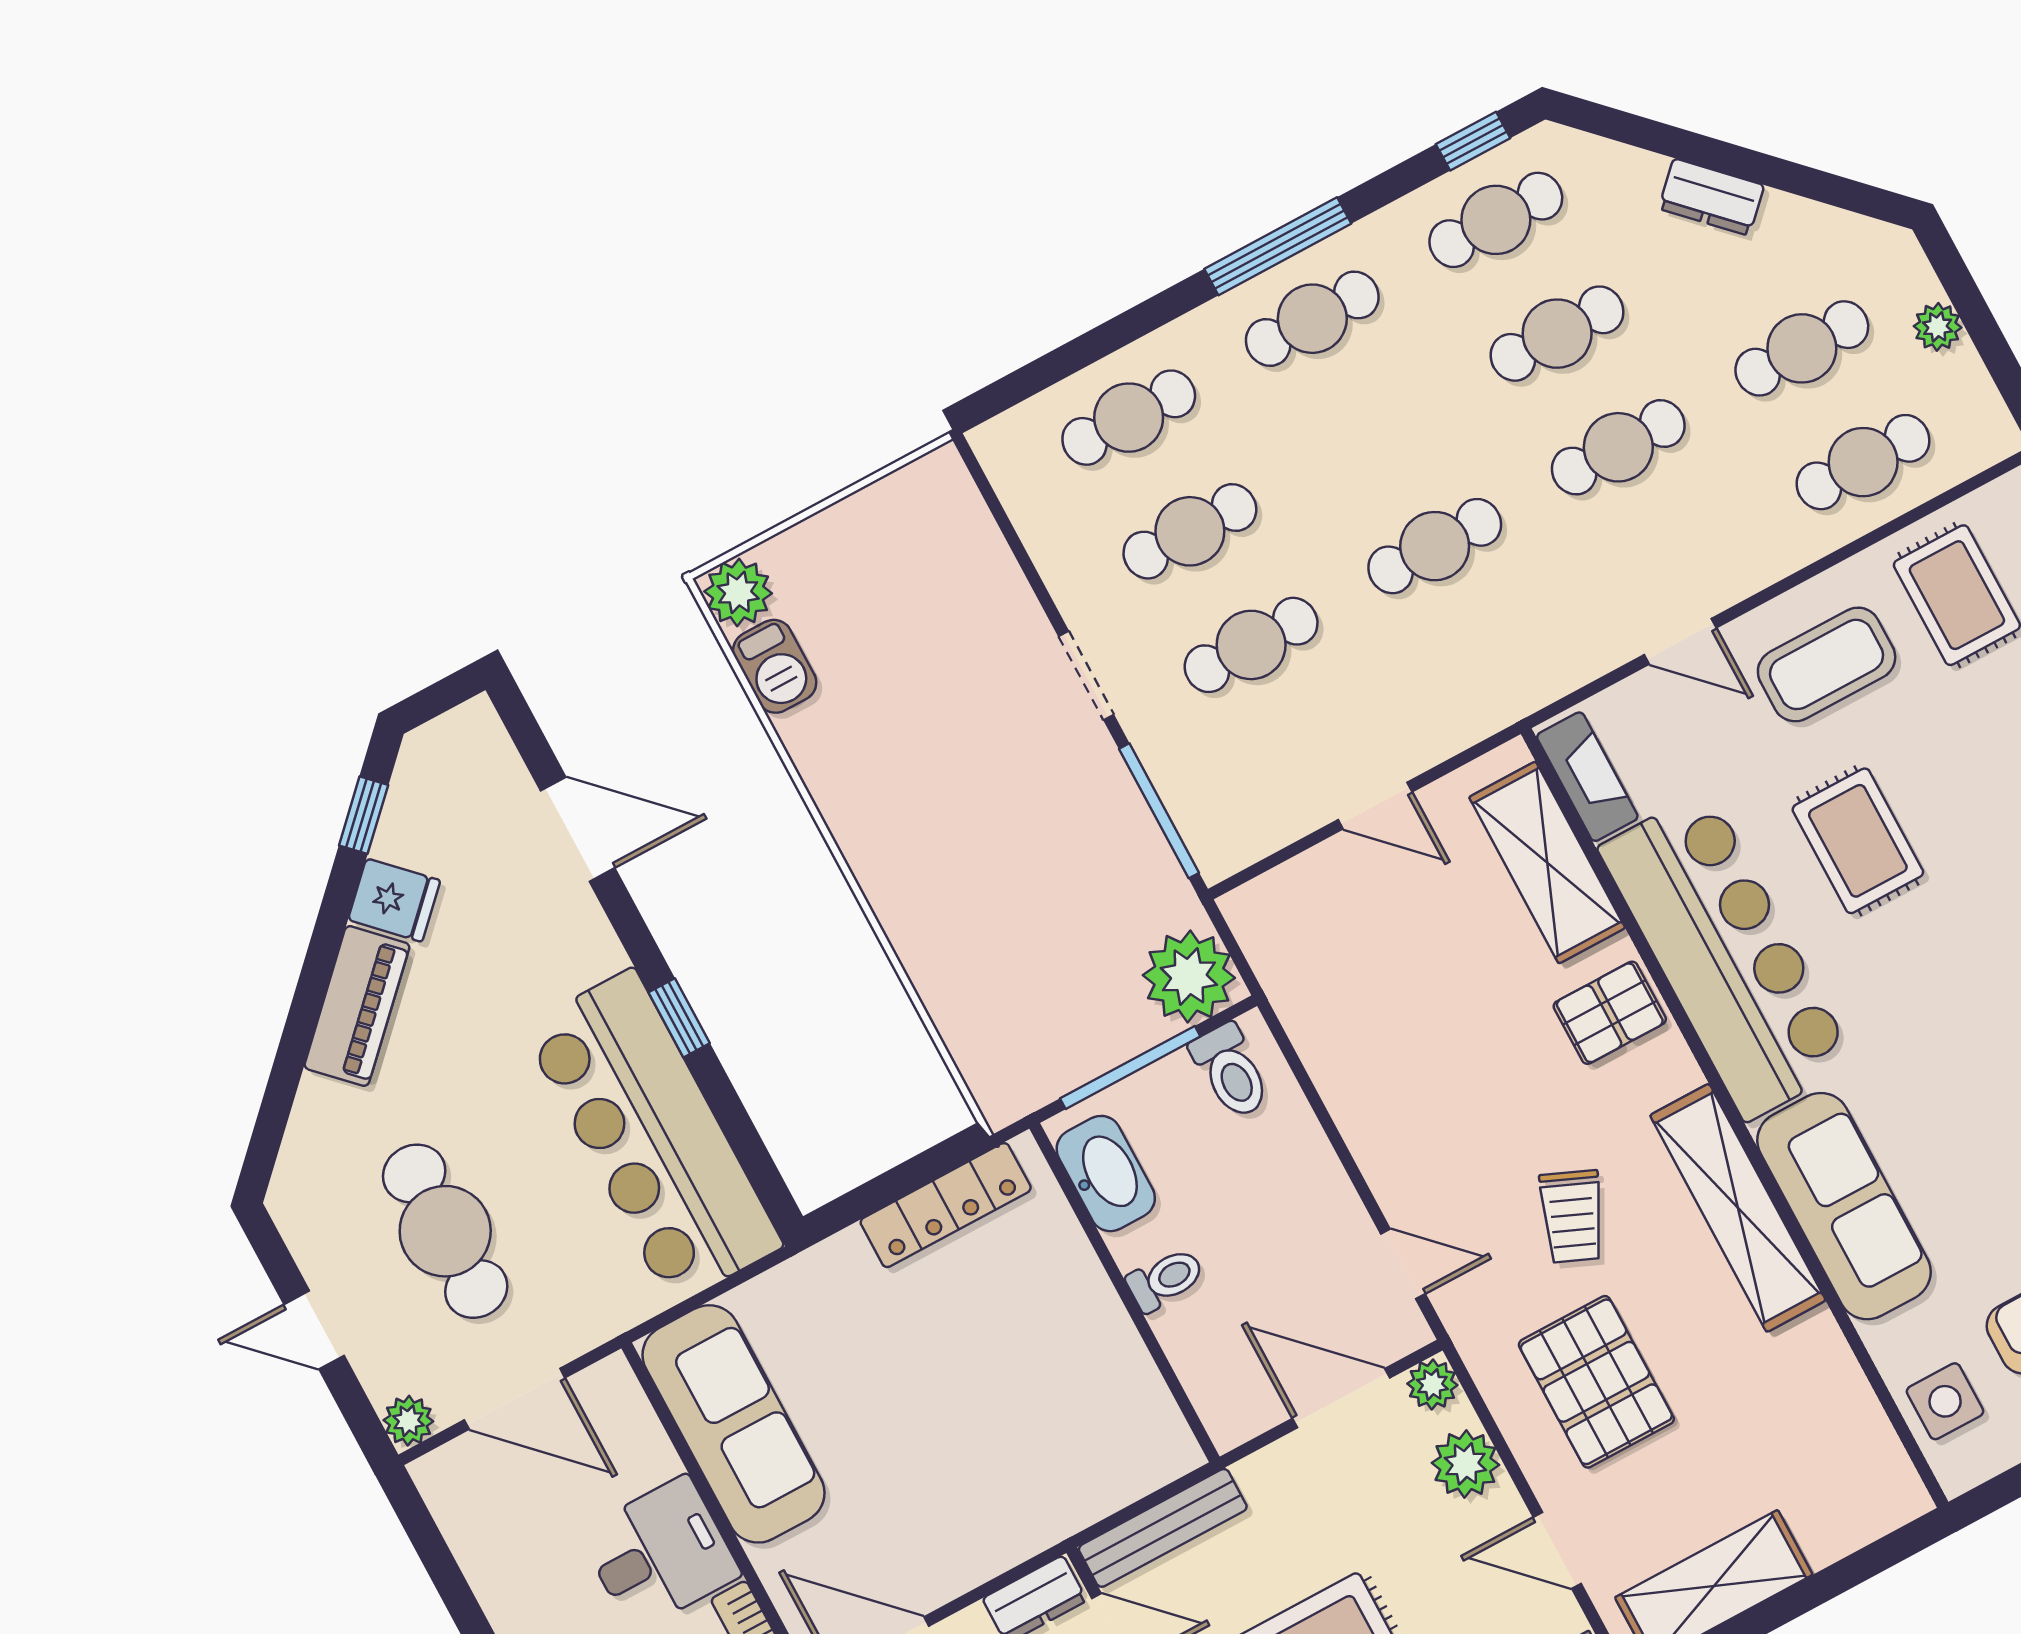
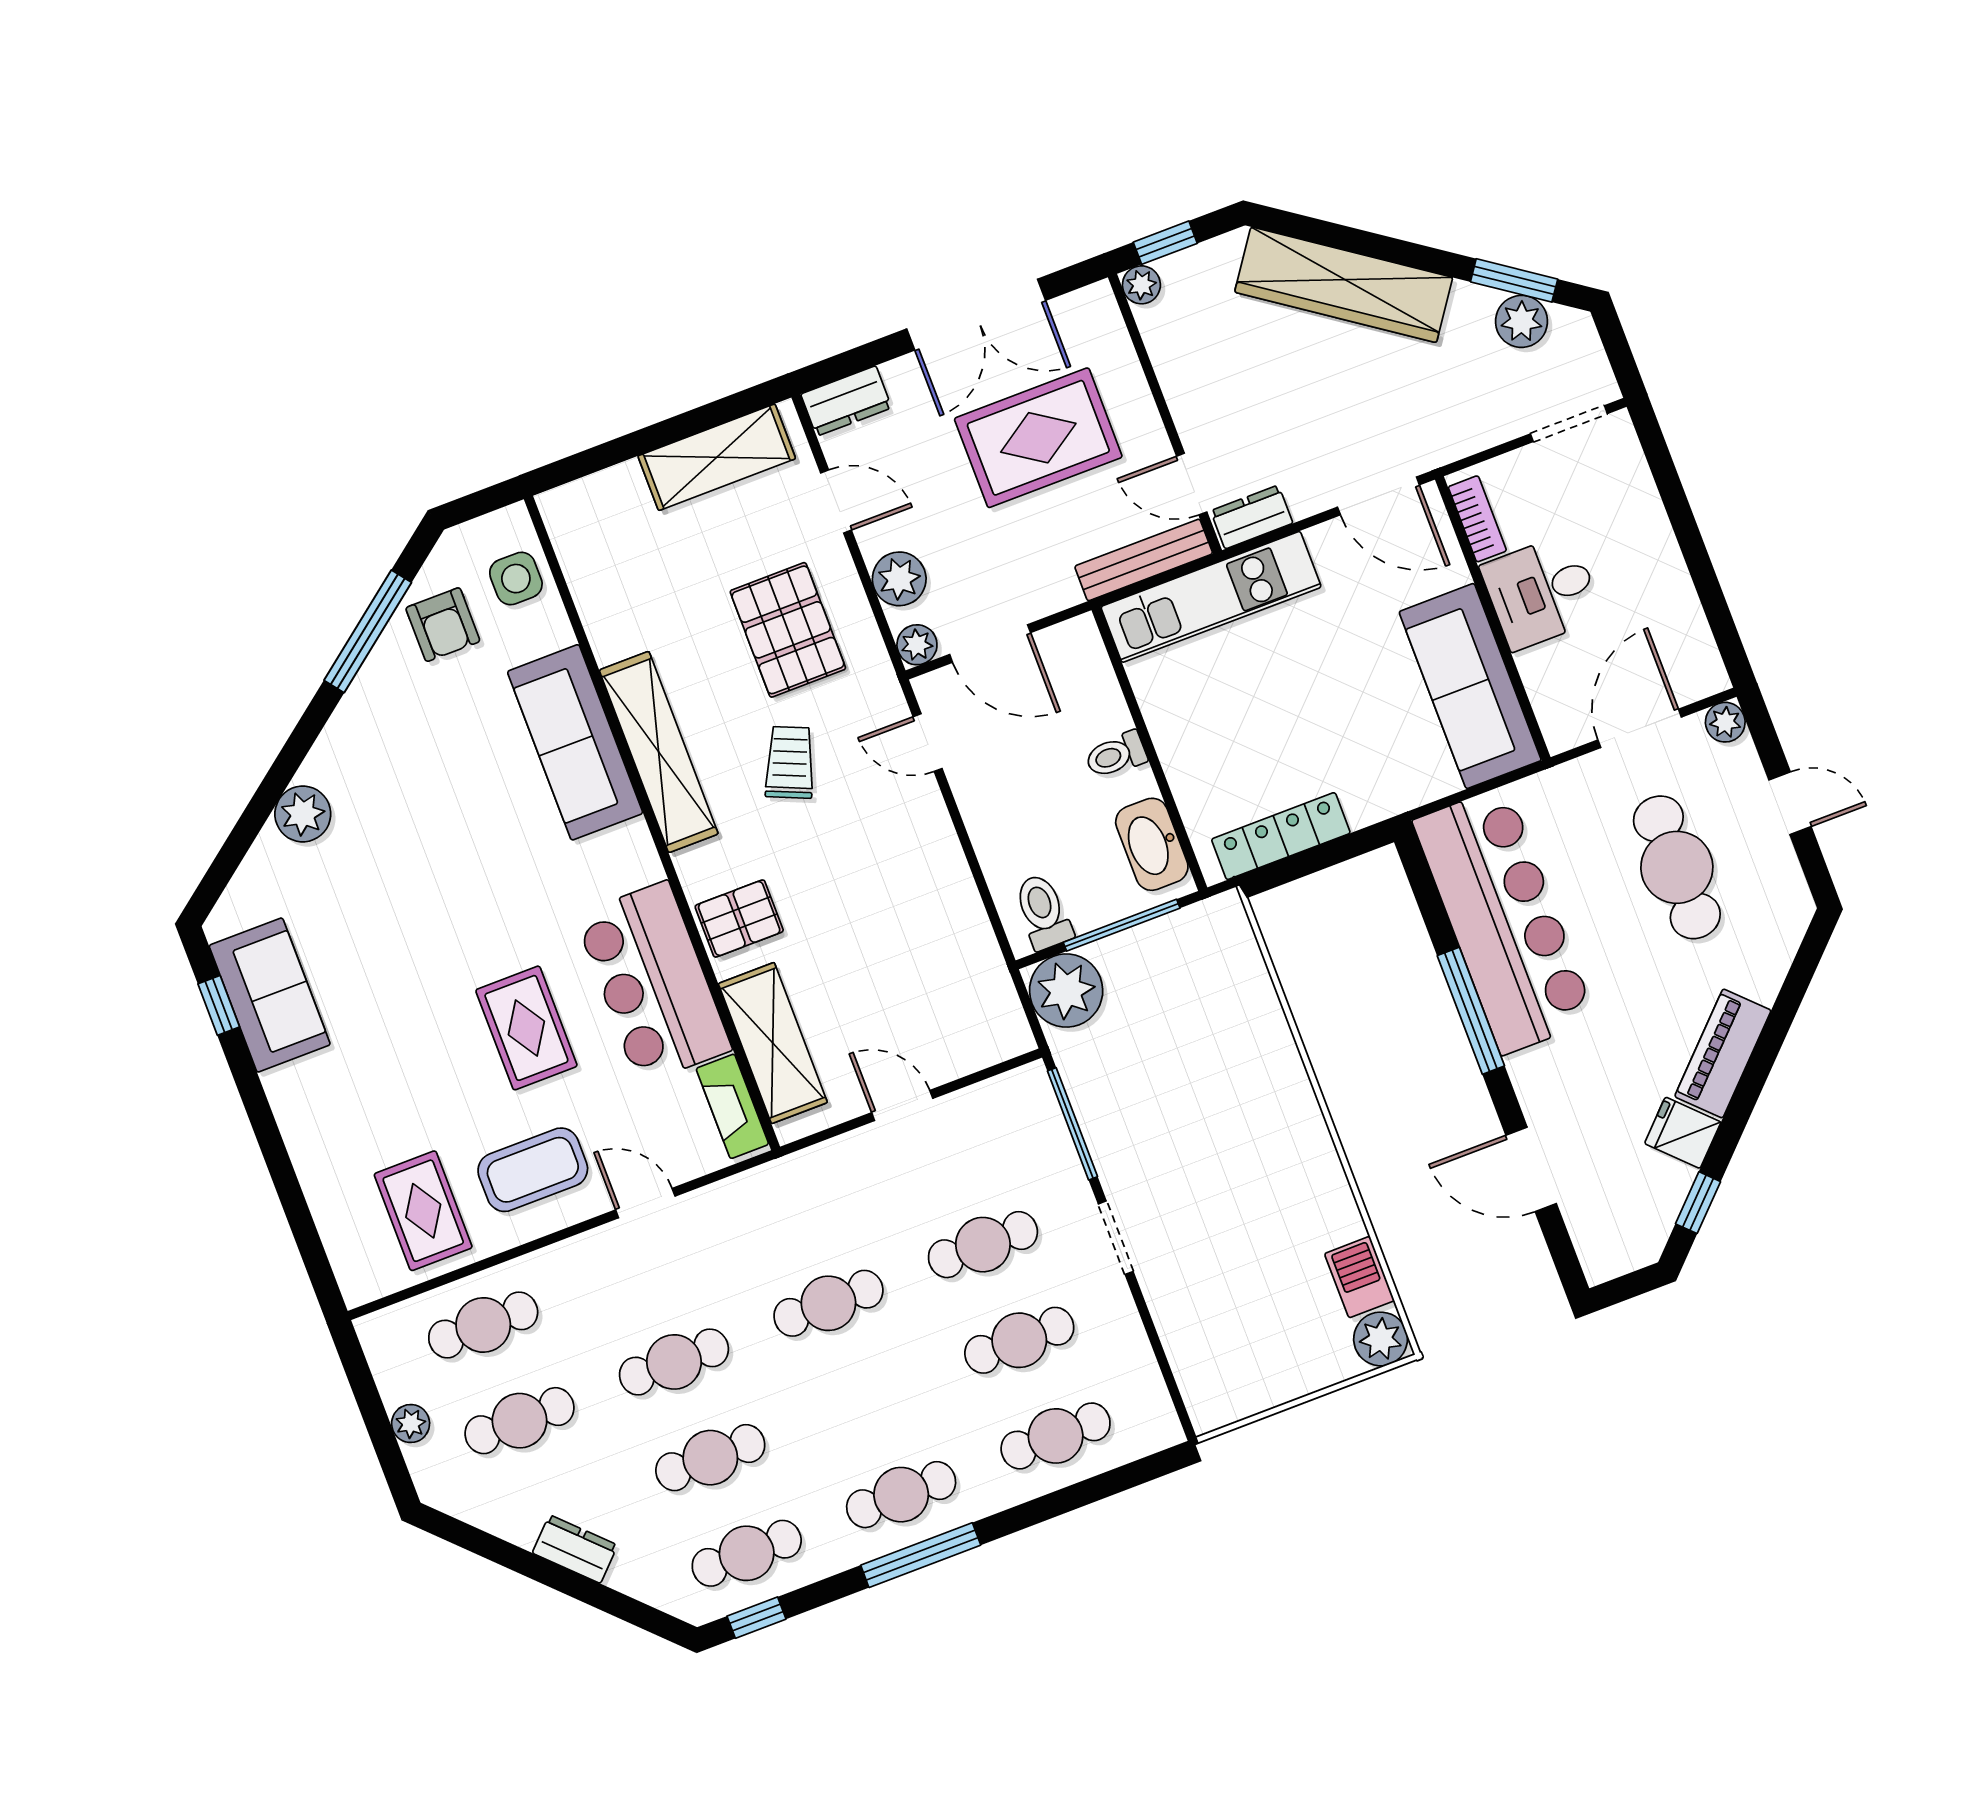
bar counter: (1727, 955) -> (653, 983), width x0.73
window: (679, 1018) -> (1471, 1011), width x2.17
door: (515, 1399) -> (1640, 728), hinge flipped
kitchen unit: (1072, 1493) -> (1211, 597), added

